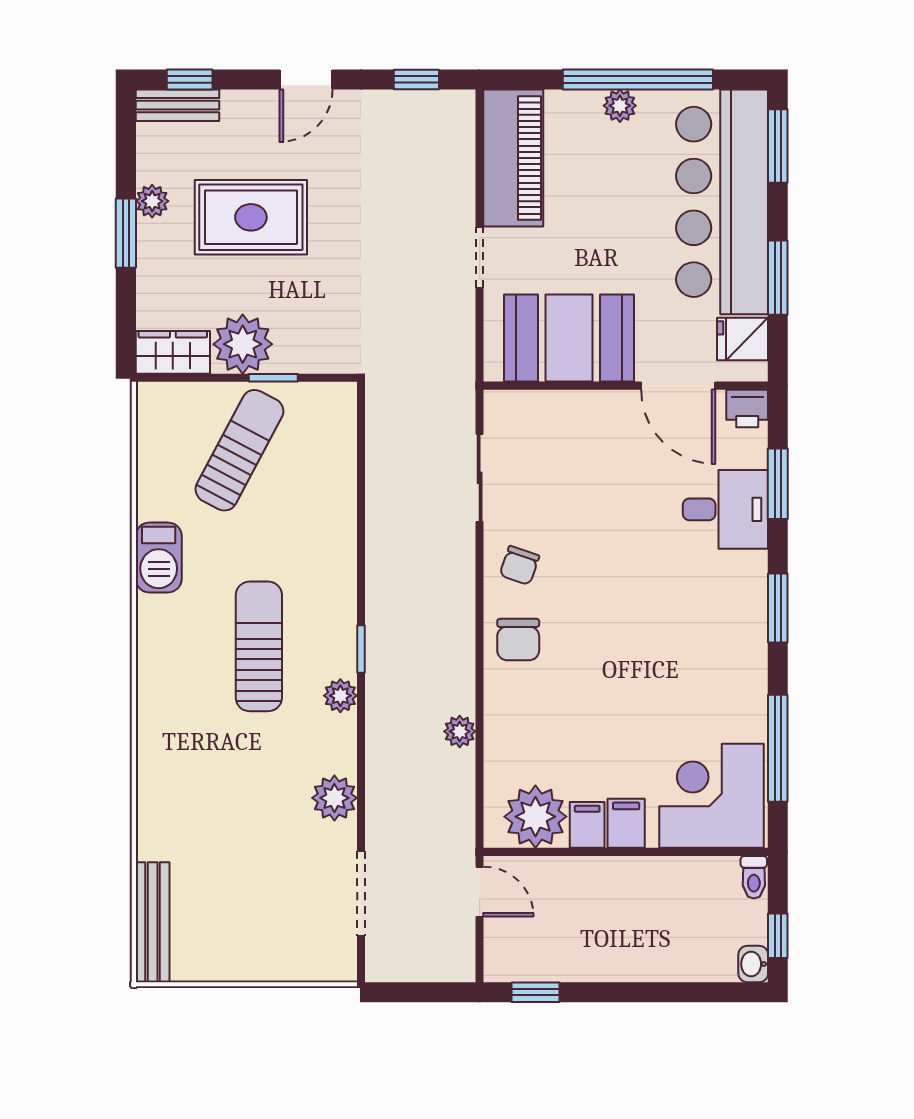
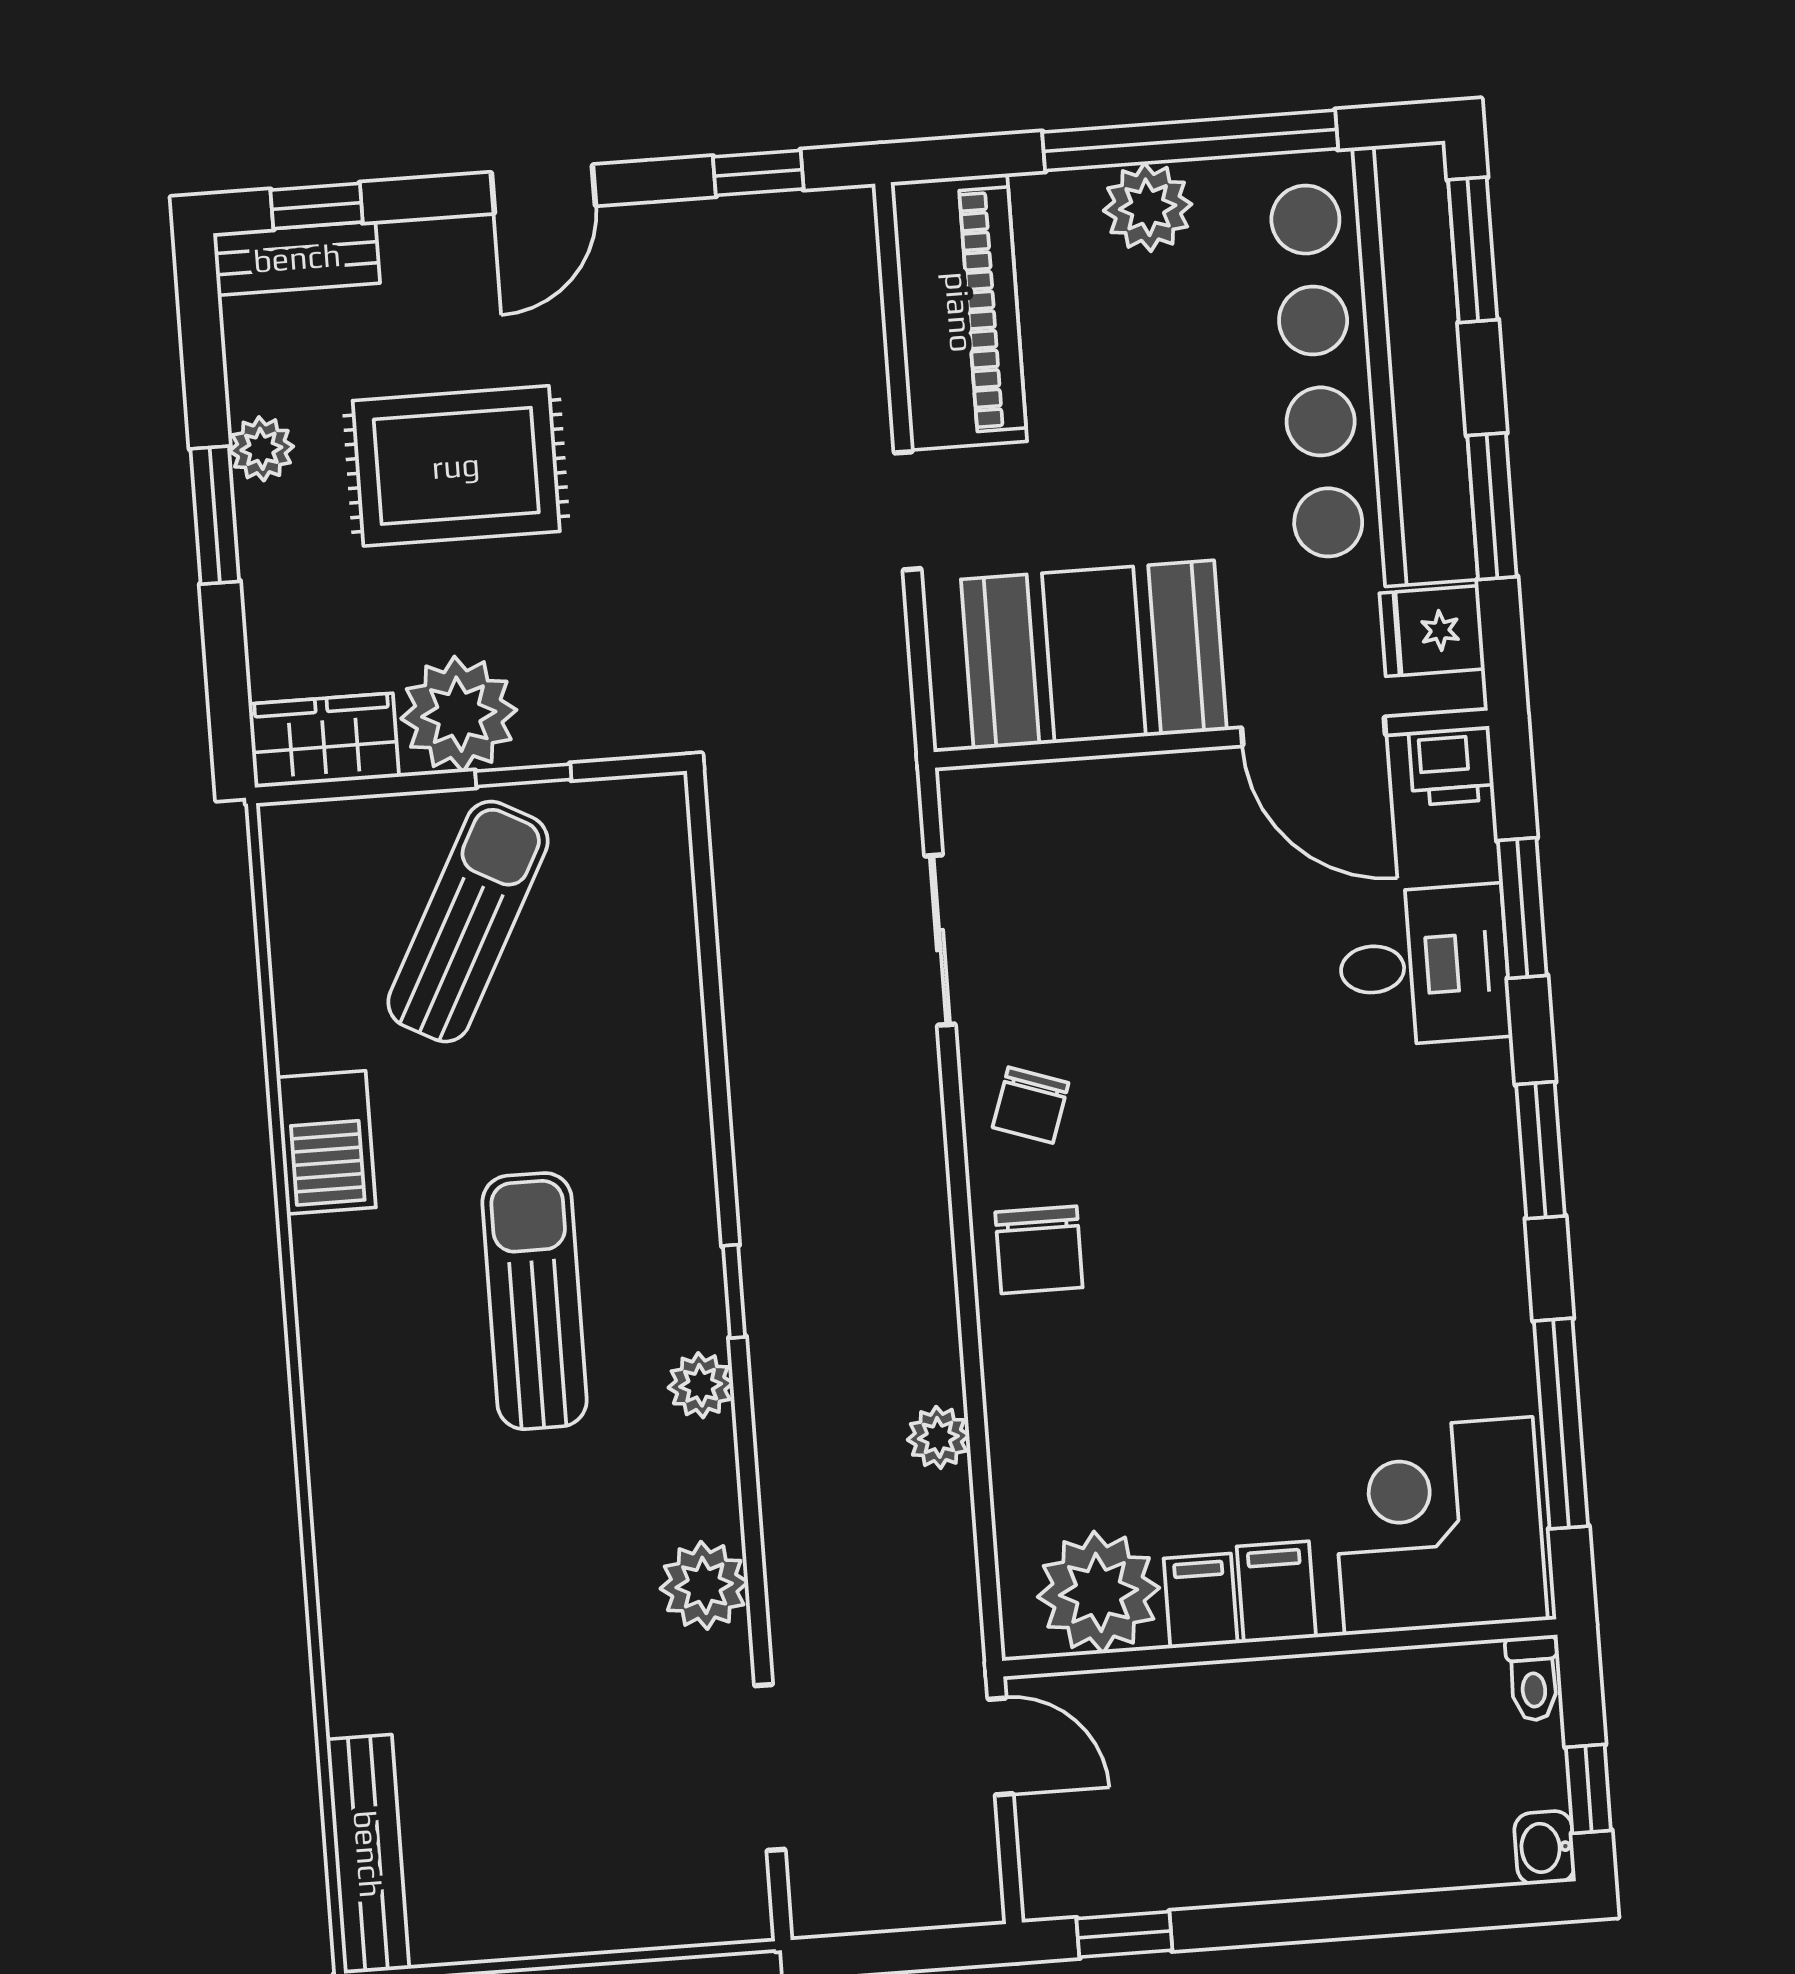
plant: (620, 106) -> (1148, 207), width x1.38, depth x1.38

